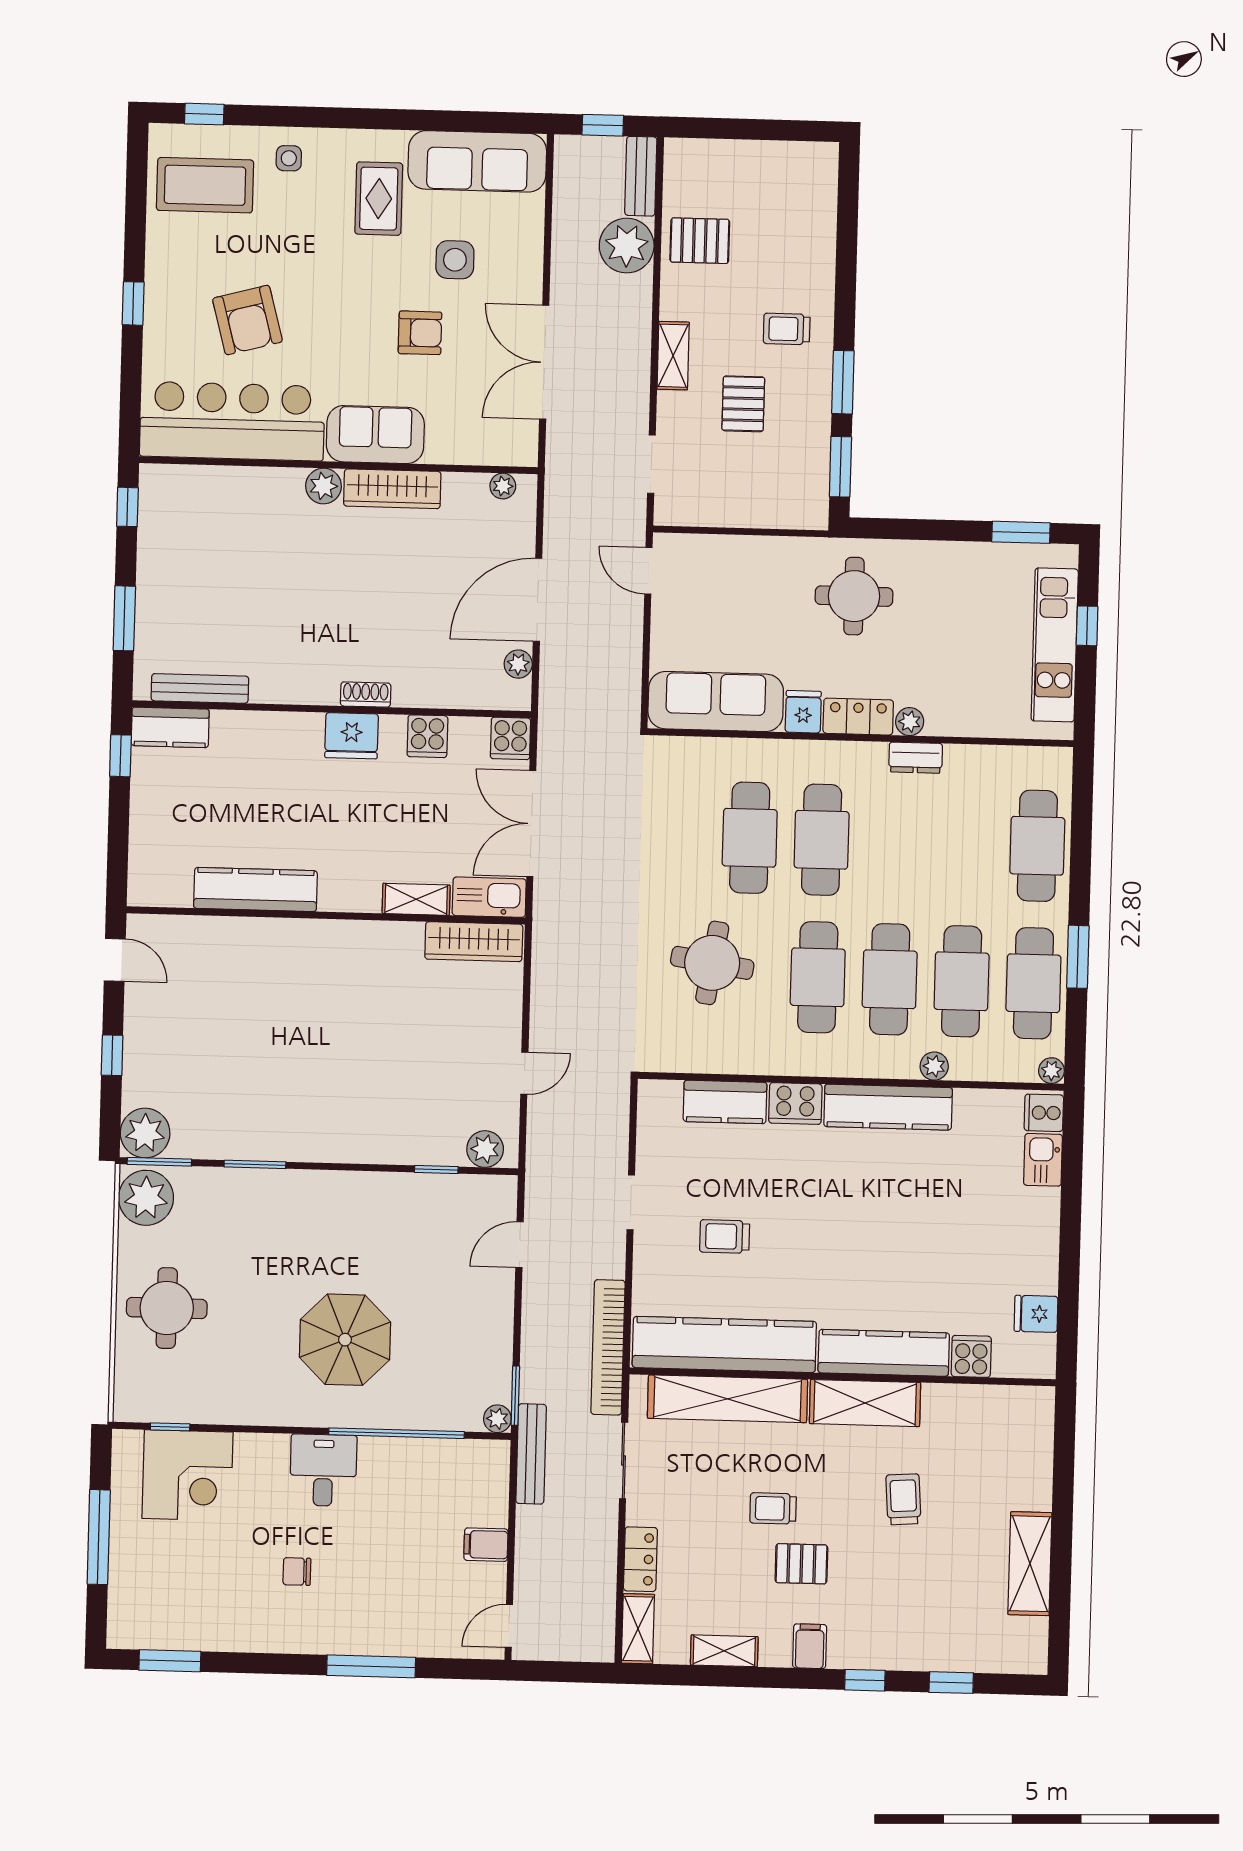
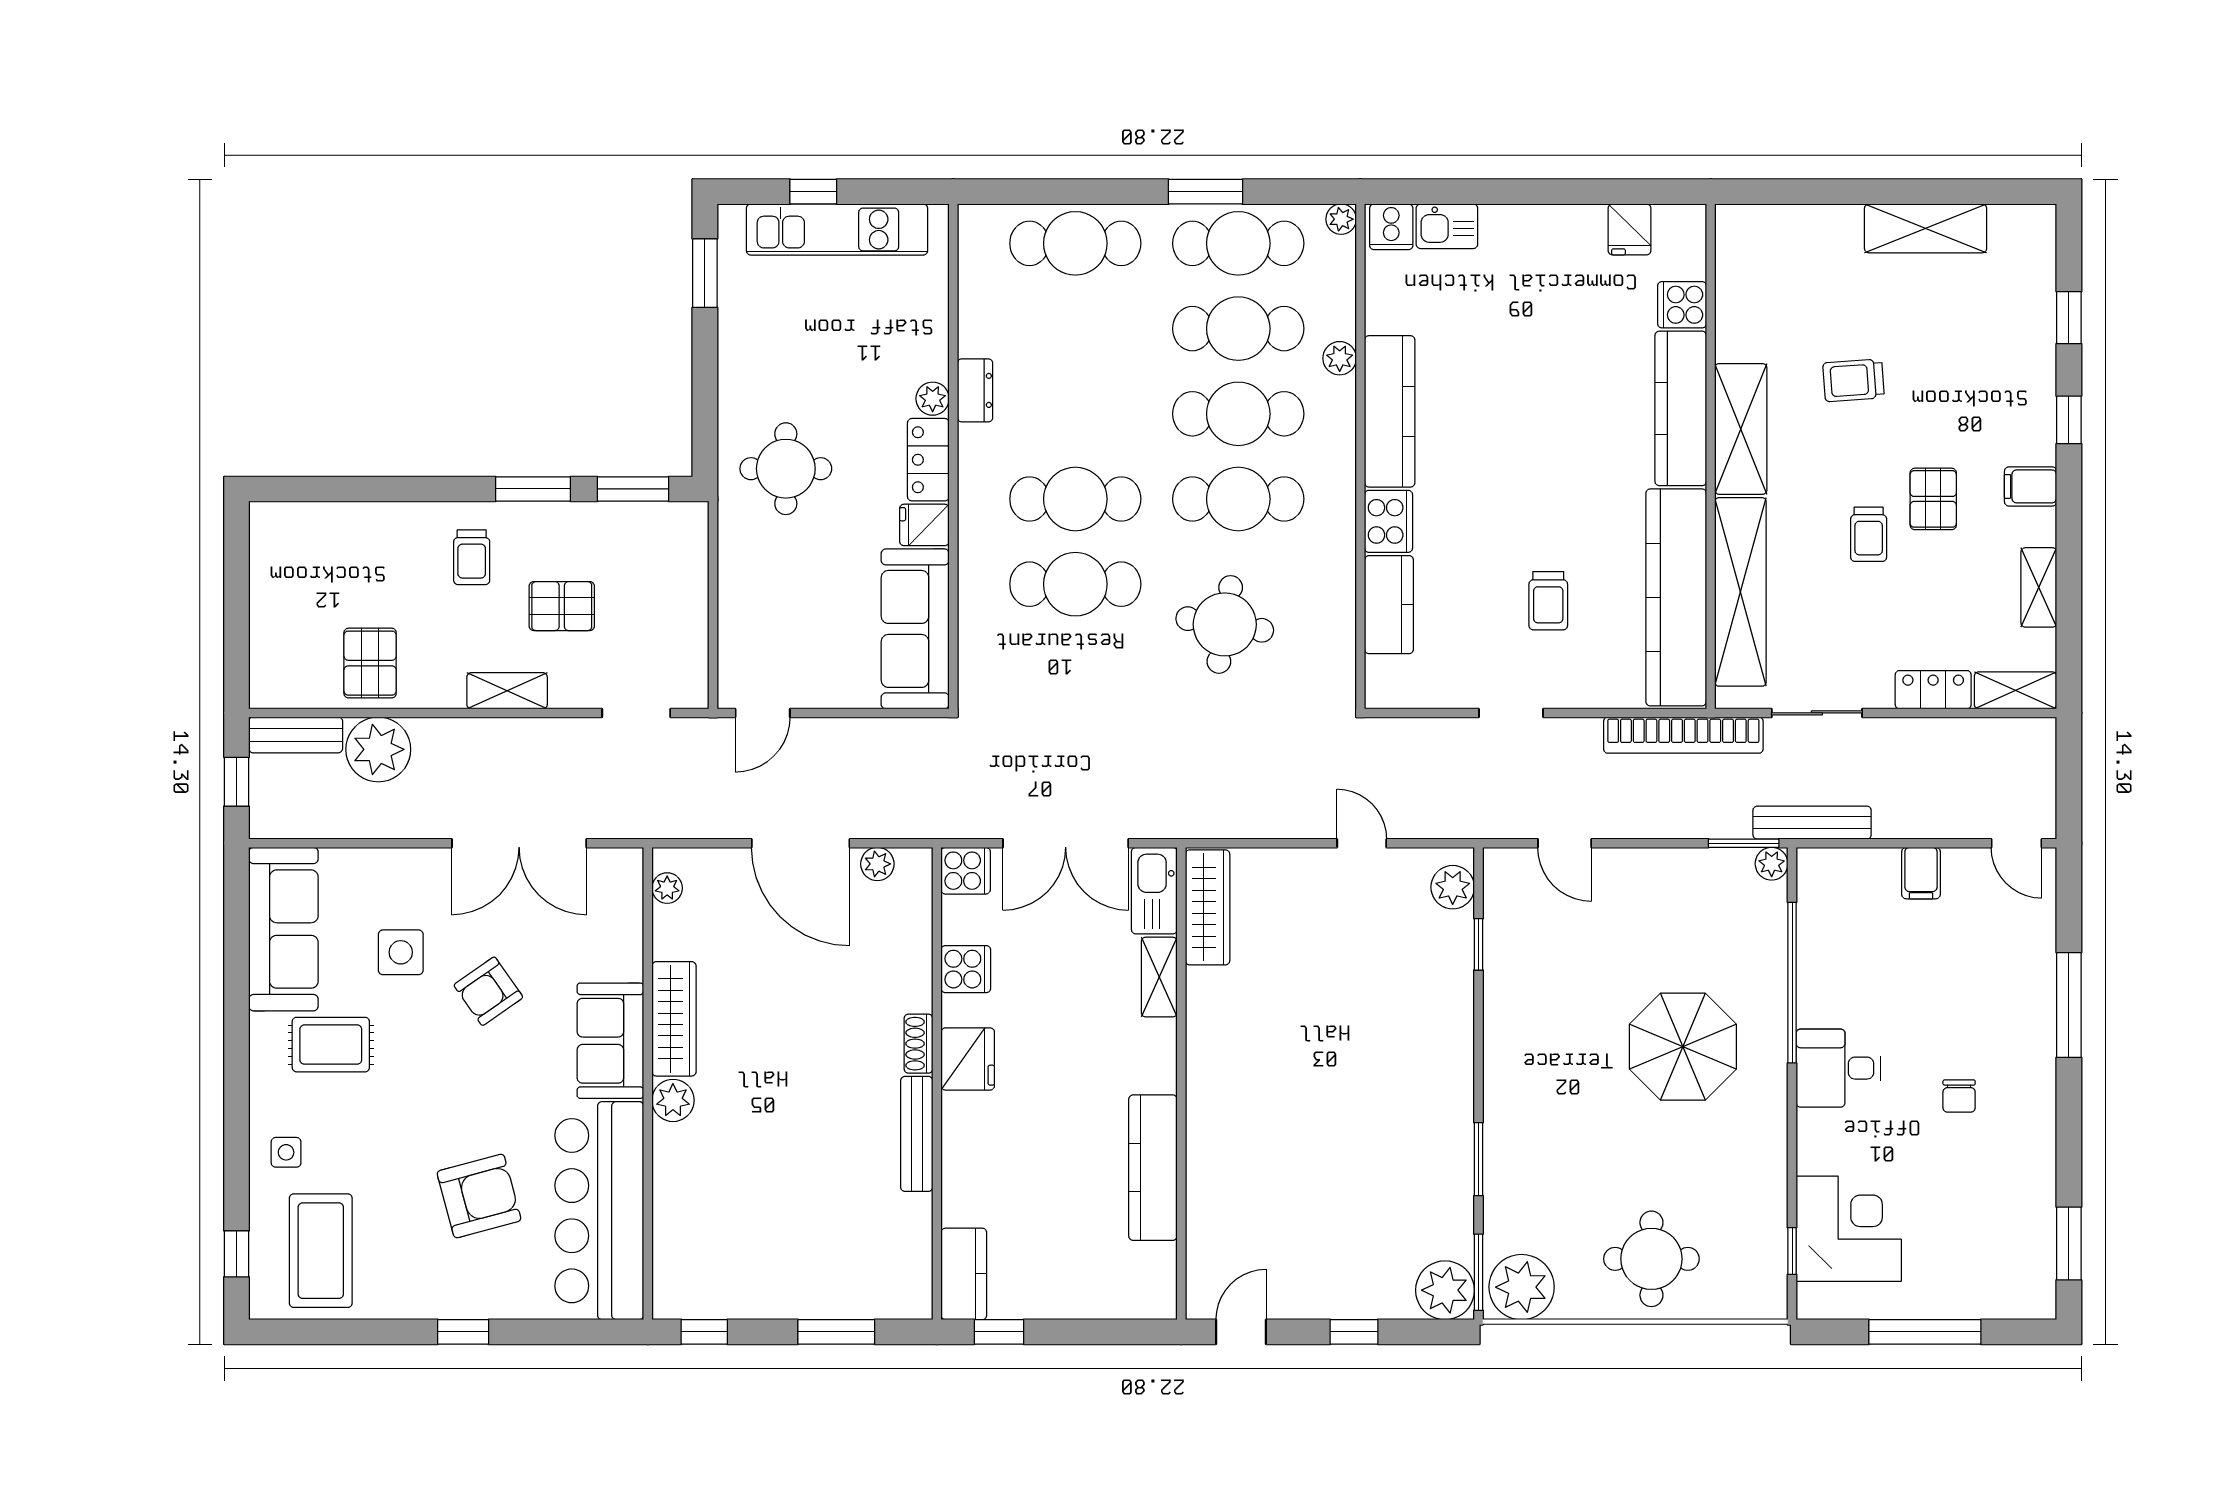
armchair: (420, 333) -> (488, 991), turned -125
bench: (200, 688) -> (917, 1134), moved

